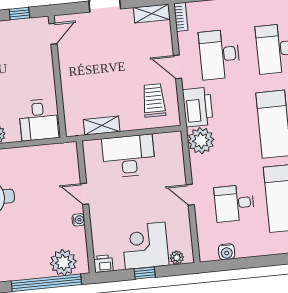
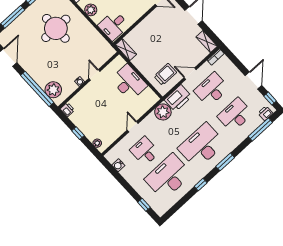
door: (177, 67) -> (190, 74), hinge flipped
shelving: (102, 126) -> (126, 50), moved
corner desk: (145, 246) -> (91, 123), removed

